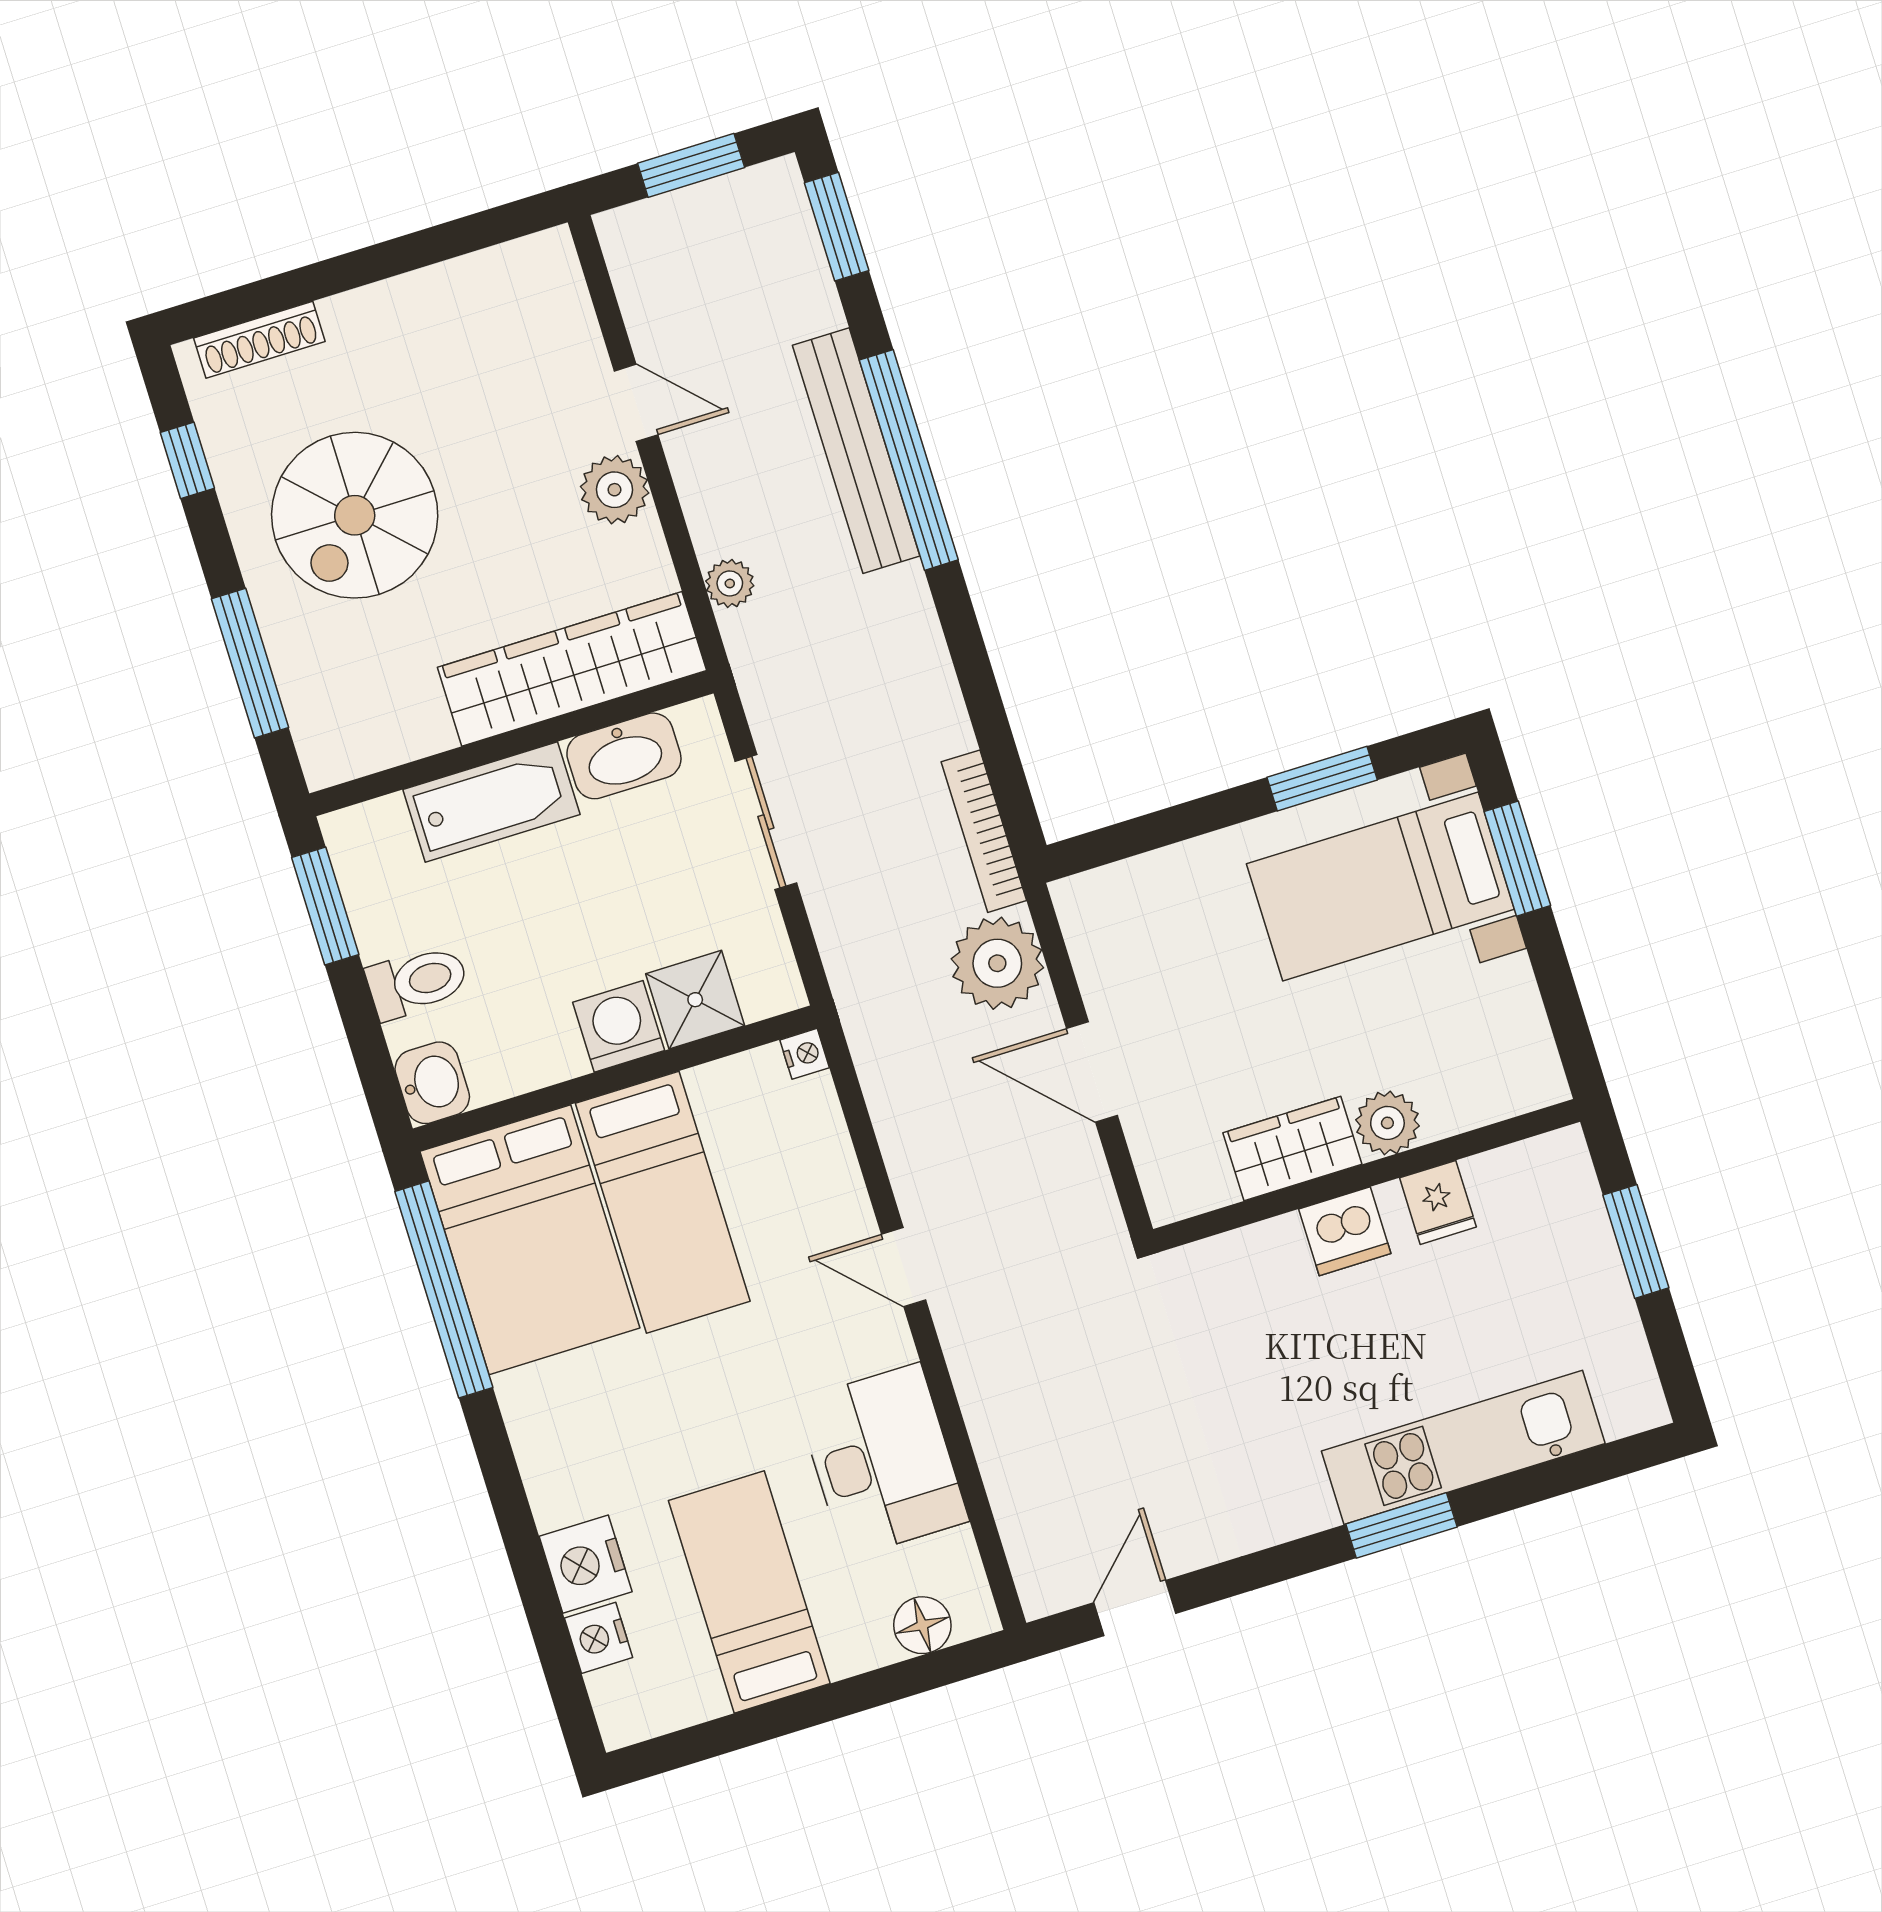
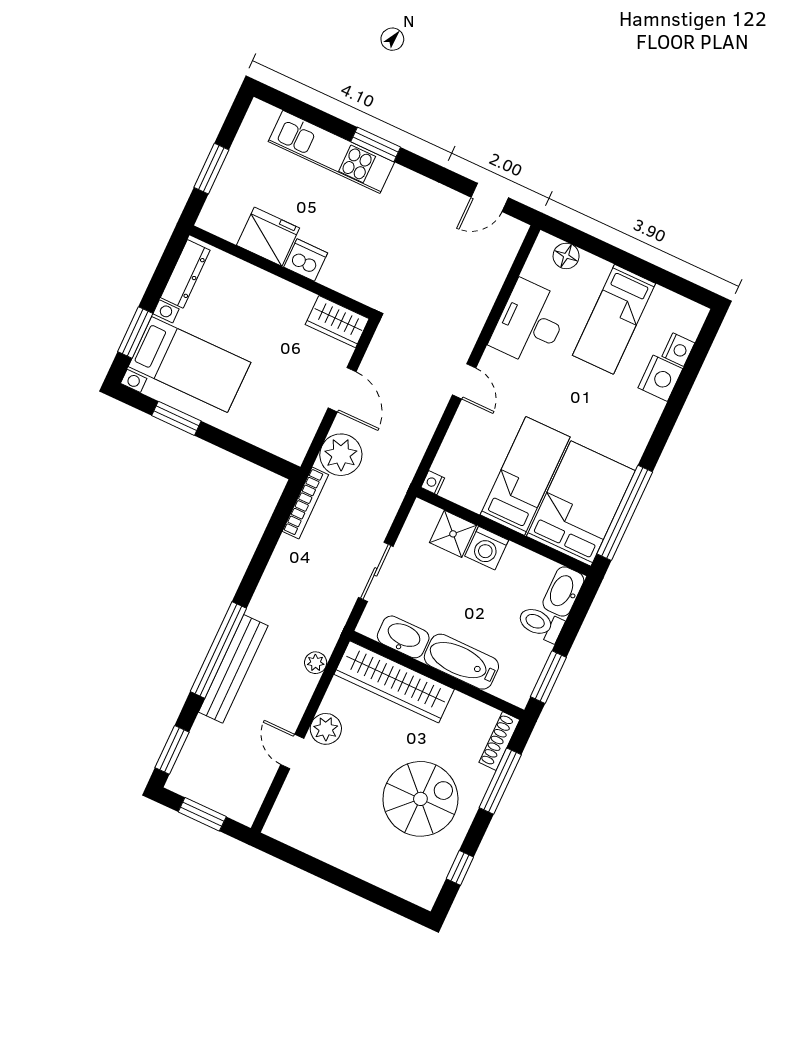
shoe rack: (259, 340) -> (499, 741), moved, turned -90
dresser: (1522, 1029) -> (185, 274), added
washbasin: (432, 1083) -> (563, 592), width x1.38
plant: (1387, 1123) -> (259, 283), removed
wardrobe: (1292, 1149) -> (337, 322), moved
fridge: (1438, 1202) -> (268, 237), width x1.88, depth x1.34

